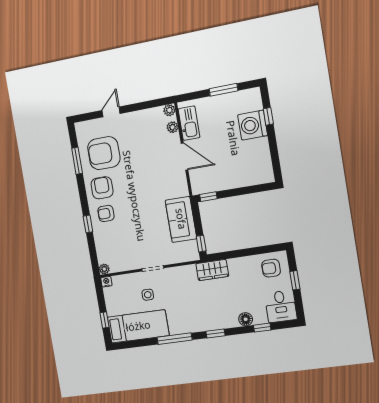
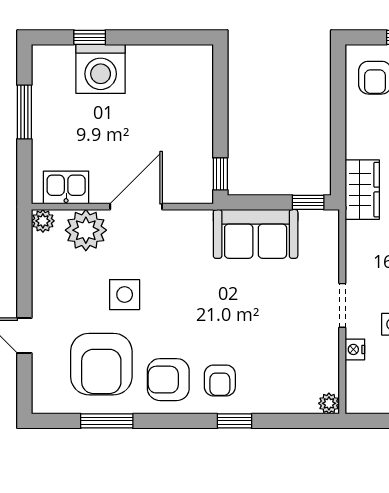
kitchen sink: (189, 123) -> (66, 187), width x0.73
plant: (172, 127) -> (86, 230), width x1.88, depth x1.88
side table: (140, 159) -> (125, 295), added
nightstand: (106, 282) -> (355, 349), moved

